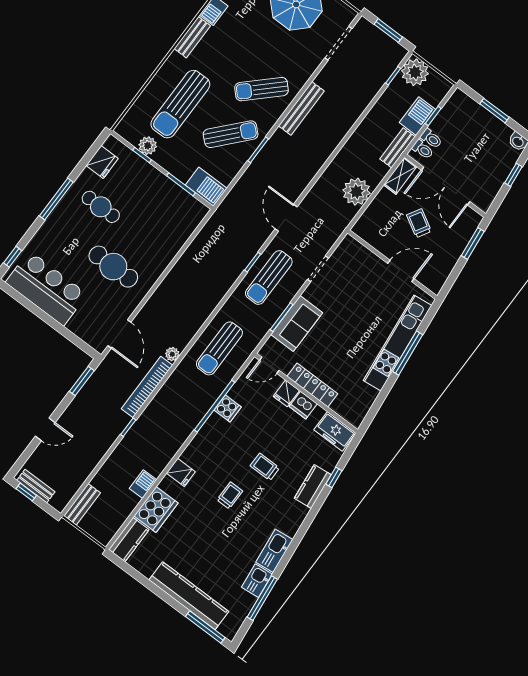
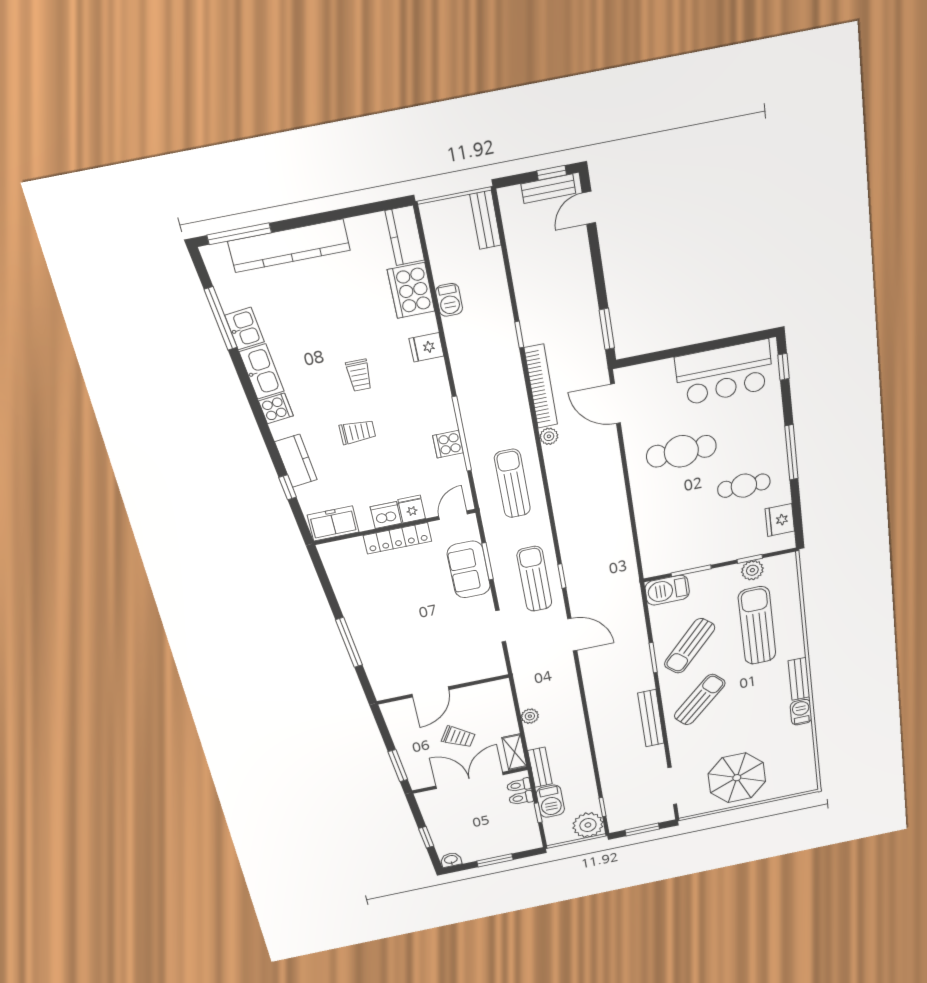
plant: (357, 192) -> (530, 716), width x0.53, depth x0.53
kitchen unit: (398, 343) -> (367, 641), removed
door: (45, 429) -> (589, 208), moved
cooker: (290, 525) -> (276, 408), added

